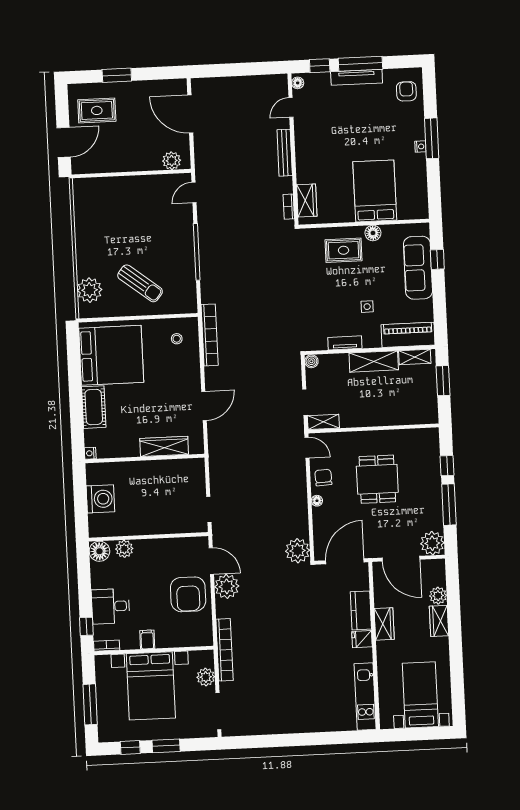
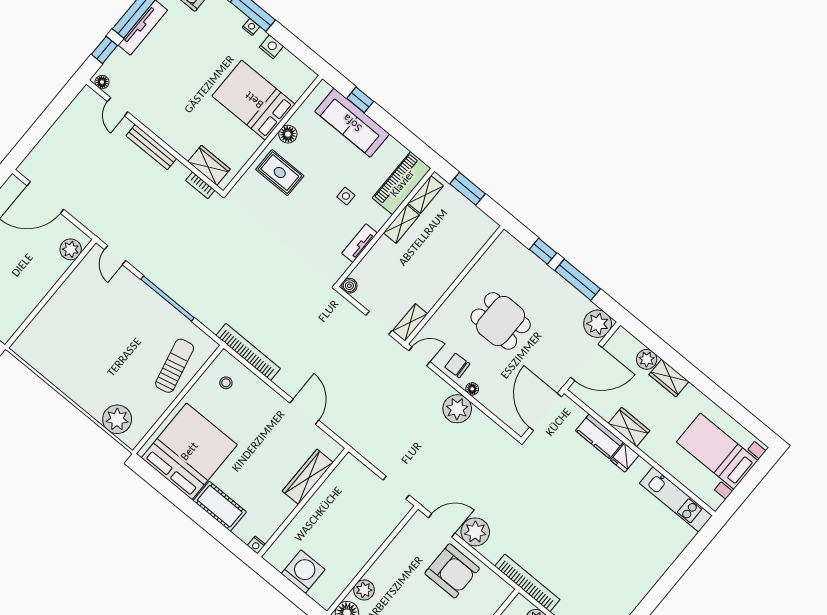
nightstand: (420, 171) -> (271, 47), added
rug: (344, 250) -> (280, 173), turned 90
sun lounger: (140, 283) -> (175, 366), moved, turned -51
shelving: (374, 361) -> (401, 224), width x0.67, depth x0.75
plant: (298, 551) -> (457, 409), moved

